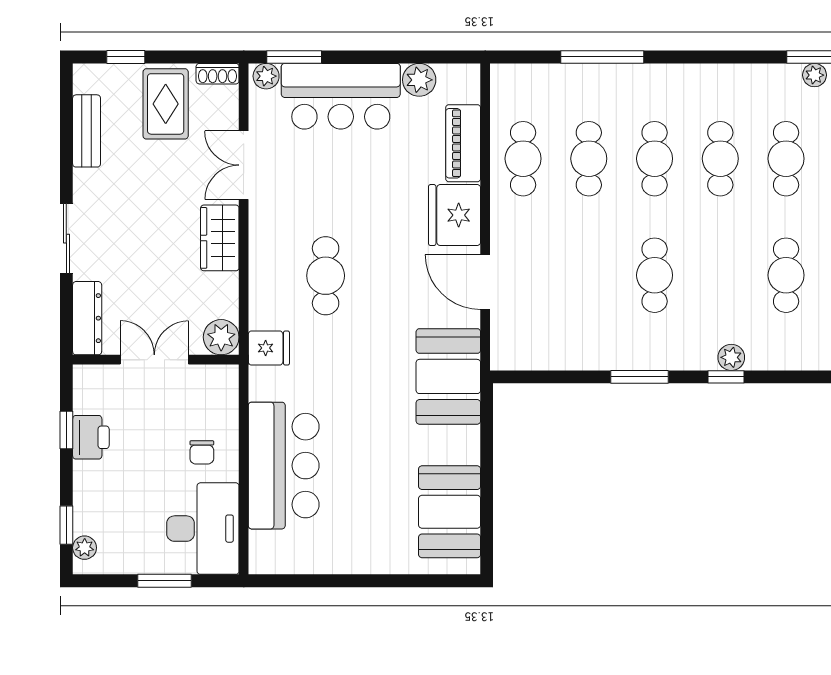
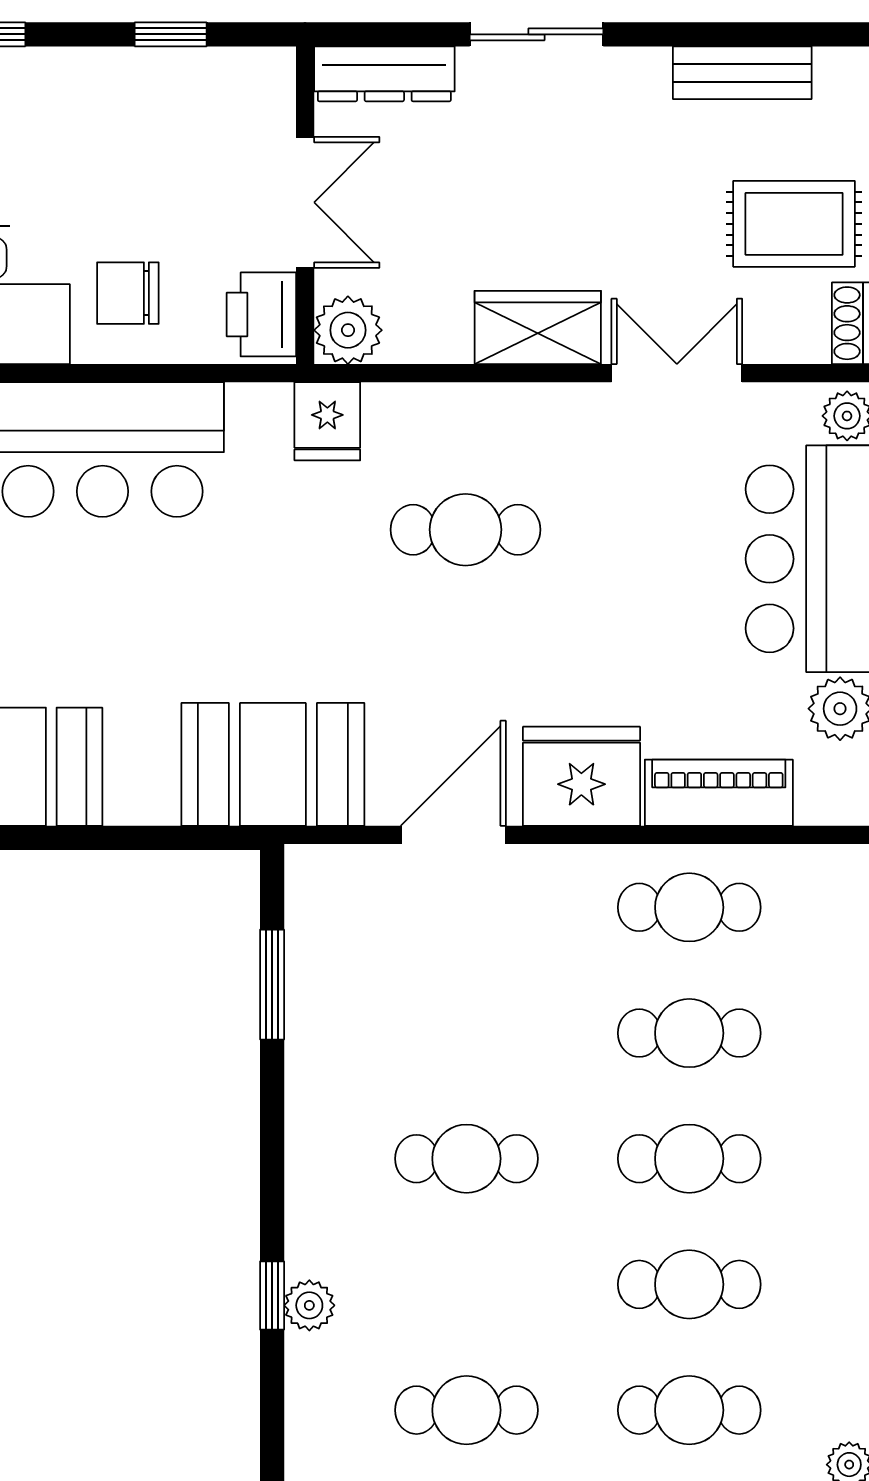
window: (640, 377) -> (272, 985), moved
printer: (91, 437) -> (261, 314), moved, turned 90
chair: (202, 452) -> (128, 293), width x1.37, depth x1.37

